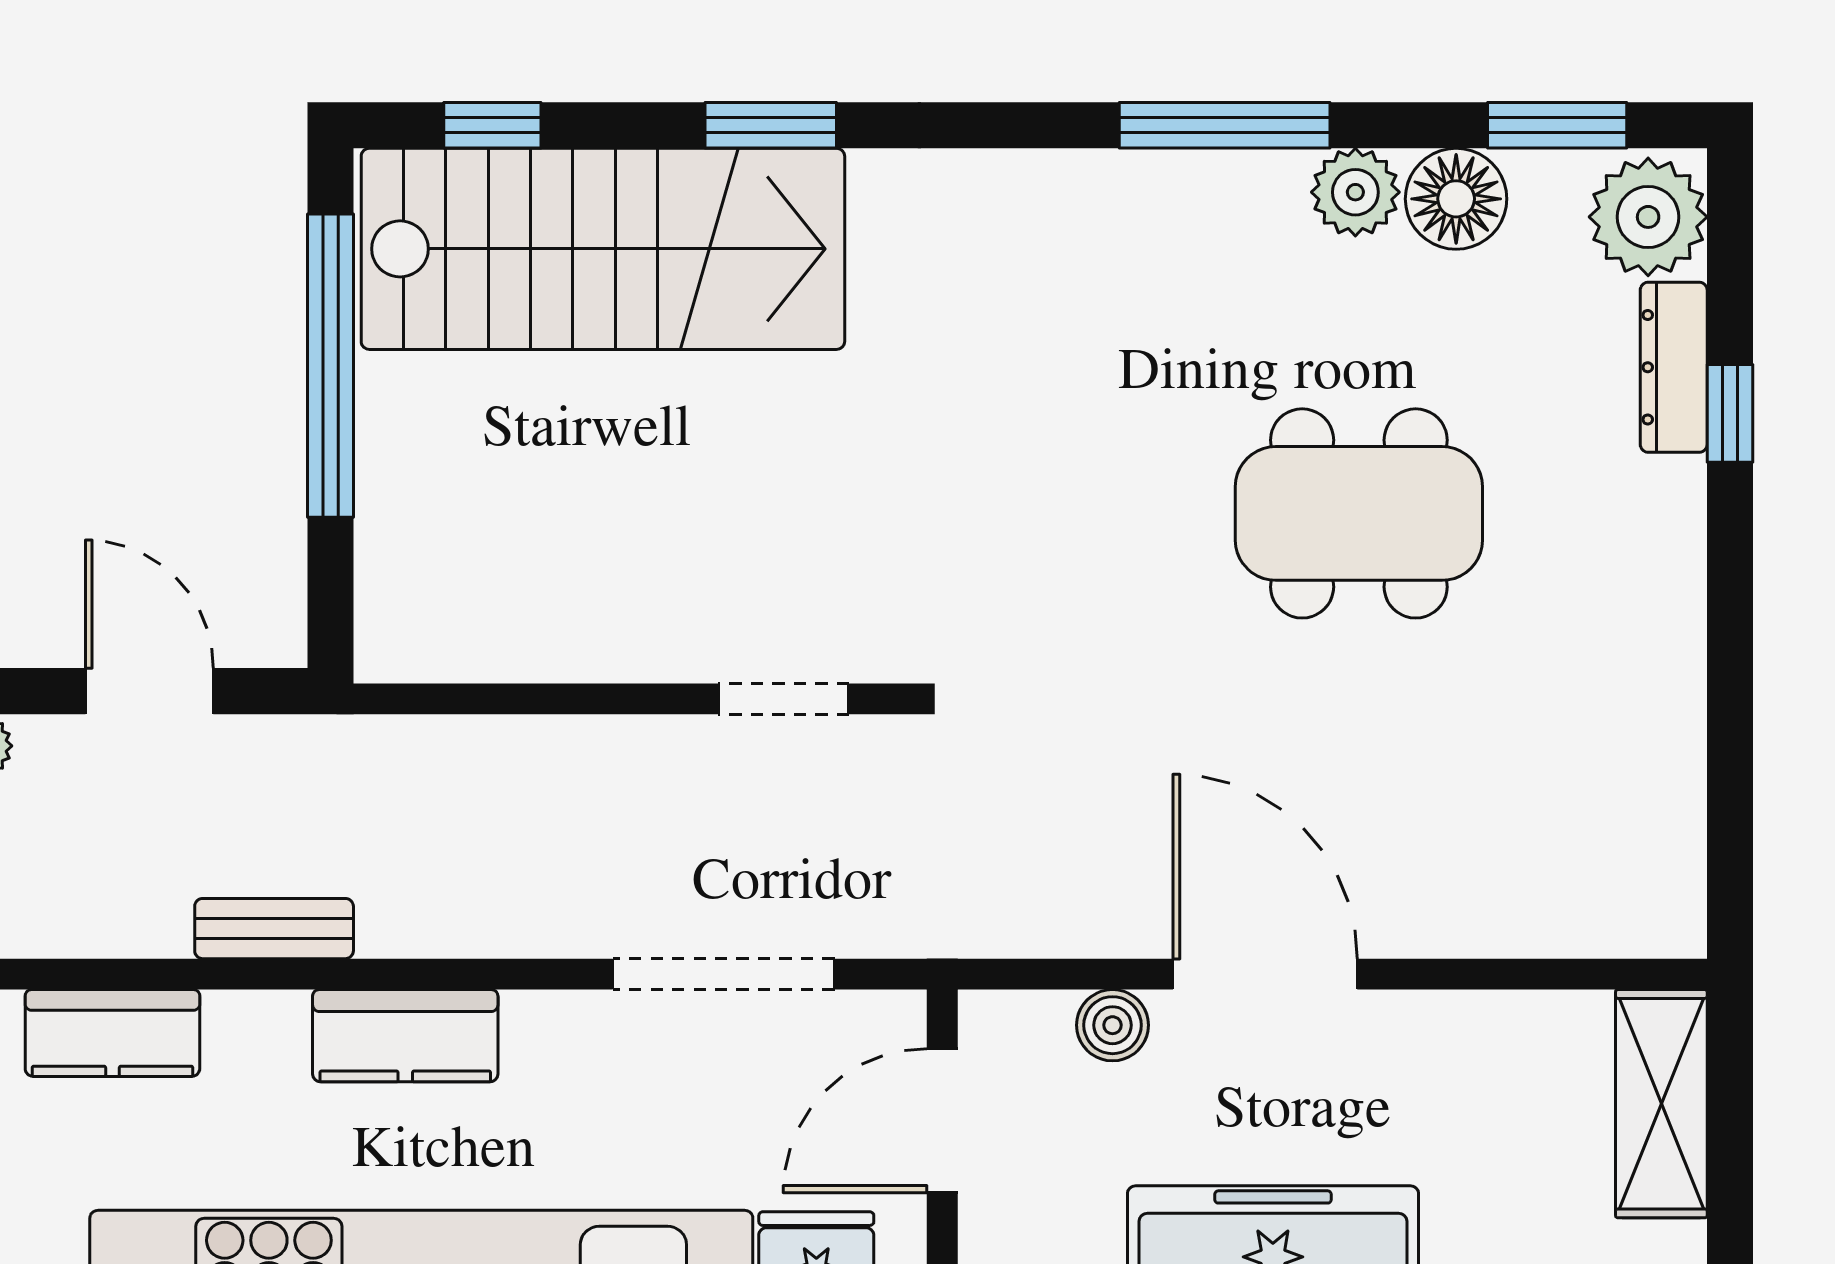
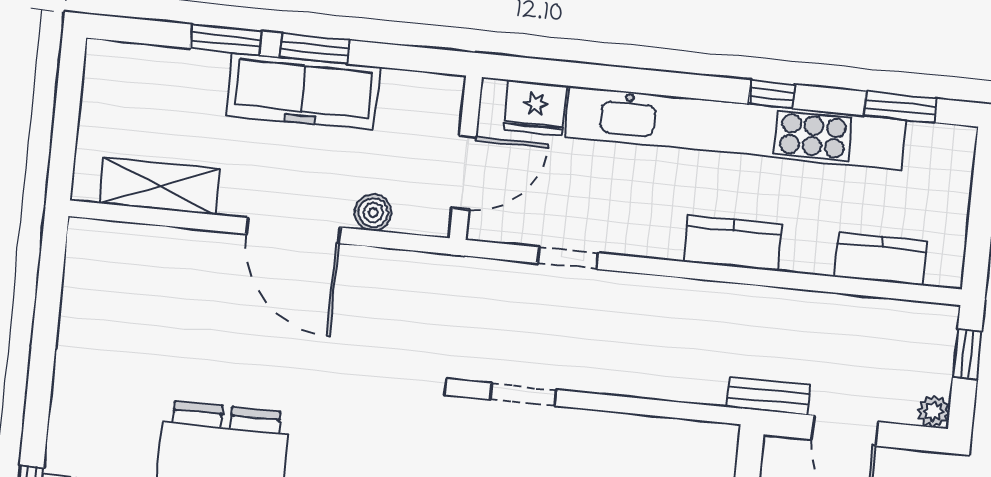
bench: (274, 929) -> (768, 396), moved
doorway: (724, 974) -> (568, 258), width x0.53
shelving: (1661, 1104) -> (160, 186), moved, turned 90

